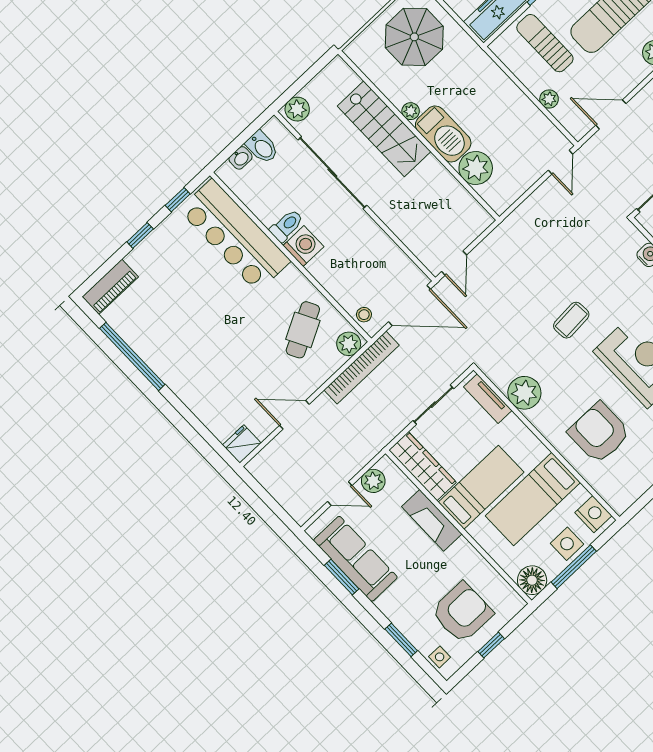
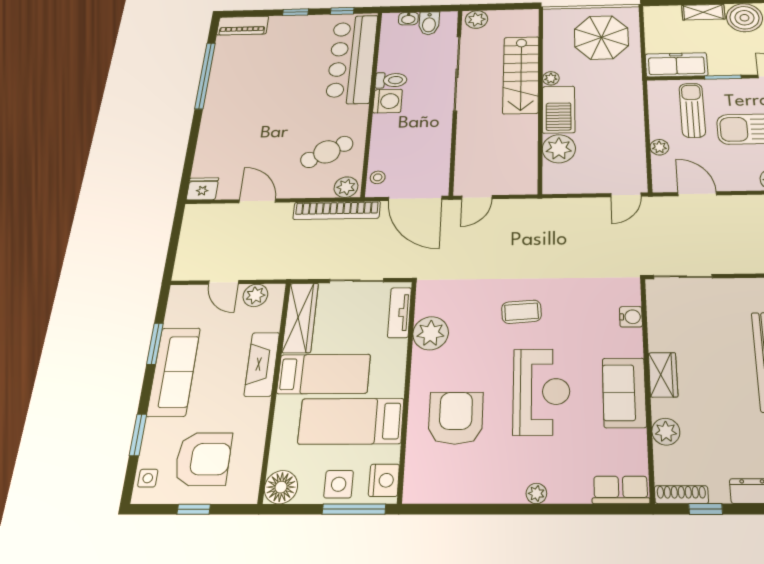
sofa: (355, 559) -> (174, 372), moved
window: (574, 567) -> (354, 509), moved

